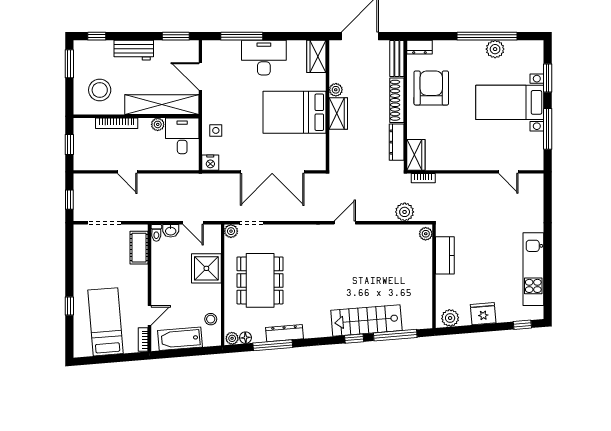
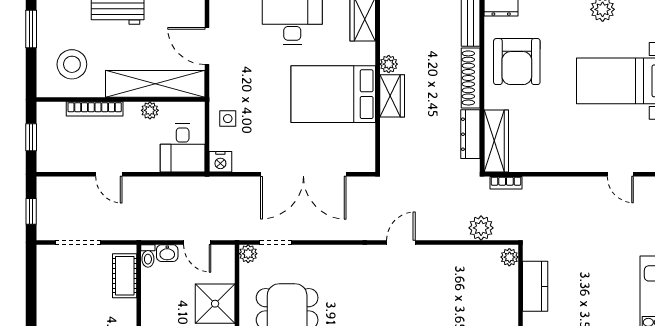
armchair: (431, 88) -> (517, 62), turned 180
desk: (182, 136) -> (183, 148), moved, turned 180
wardrobe: (416, 155) -> (496, 141), width x1.50

